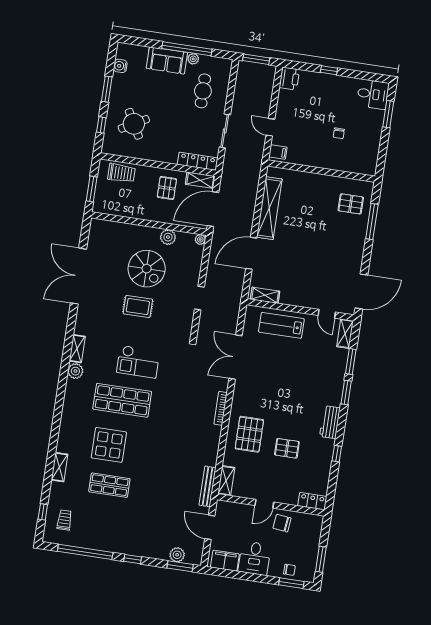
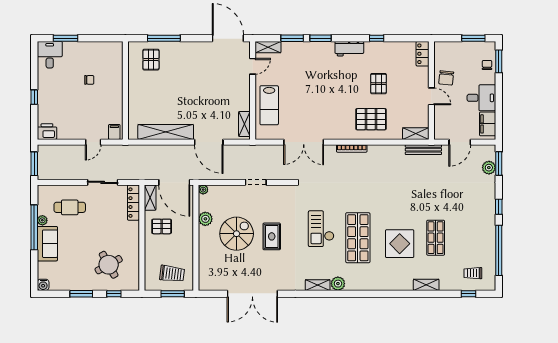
water cooler: (120, 66) -> (43, 285), moved
trolley: (121, 173) -> (172, 274), moved, turned 97
checkout: (138, 362) -> (321, 229), turned 180

